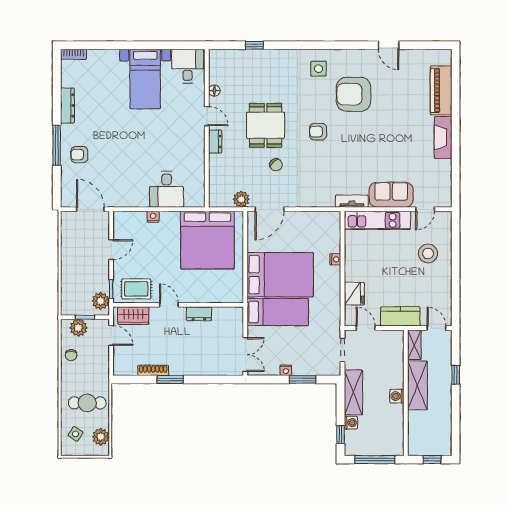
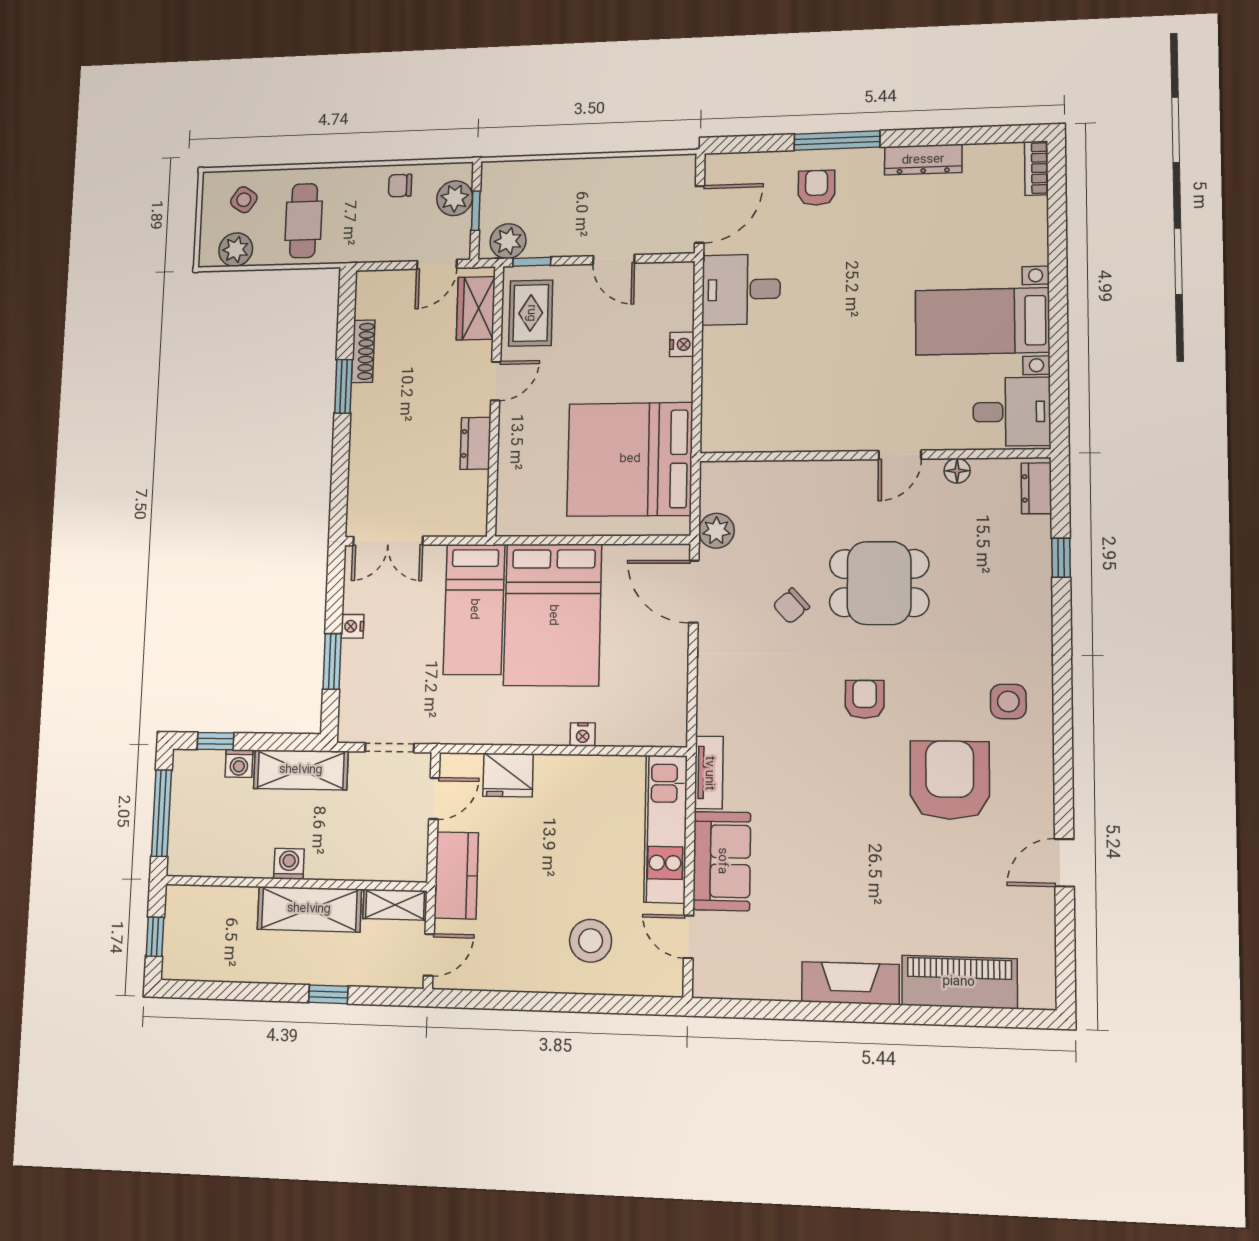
dresser: (215, 142) -> (1036, 488), moved, turned 90
desk: (167, 189) -> (741, 289), moved

